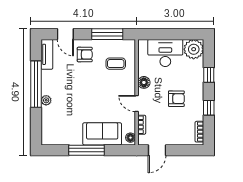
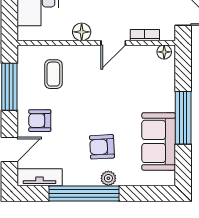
armchair: (85, 55) -> (40, 121), turned -90
armchair: (67, 96) -> (102, 147), added
sofa: (102, 134) -> (159, 141), moved

